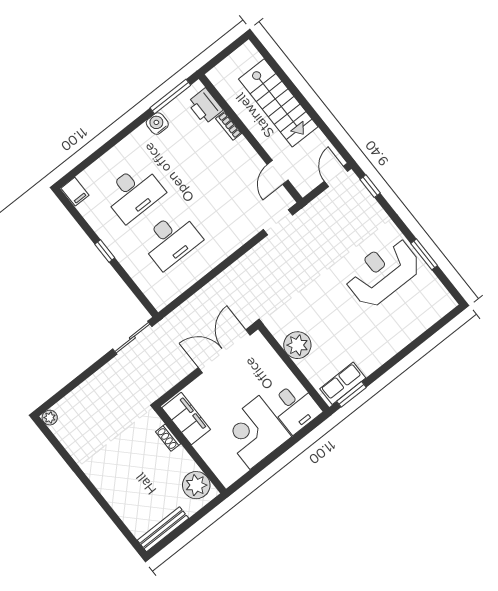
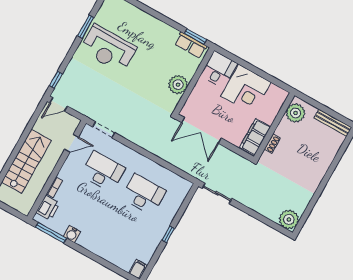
desk: (134, 193) -> (103, 171), moved
plant: (50, 418) -> (289, 219), width x1.88, depth x1.88

